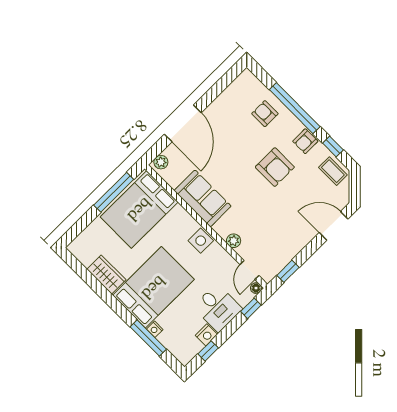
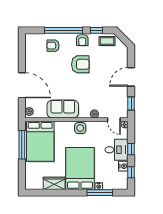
door: (334, 226) -> (131, 77), moved
window: (251, 308) -> (131, 149), moved

